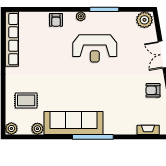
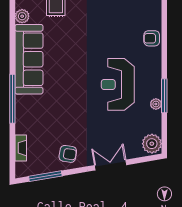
plant: (81, 16) -> (156, 104), moved
armchair: (153, 90) -> (68, 154), turned 99
window: (93, 137) -> (12, 99), moved

